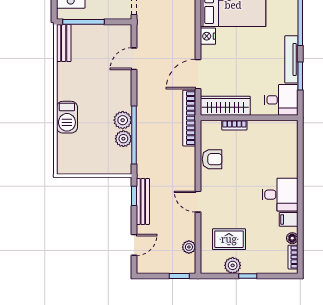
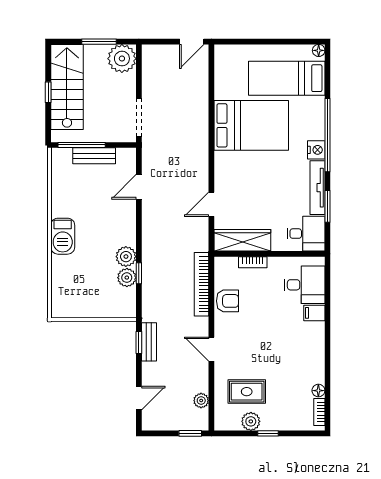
nightstand: (208, 36) -> (316, 150), moved, turned 180
bench: (64, 43) -> (94, 156), moved, turned 90
door: (198, 74) -> (211, 204), width x0.73
barbecue: (67, 117) -> (63, 236), moved
bookcase: (189, 118) -> (201, 284), moved
window: (134, 135) -> (139, 273), width x0.32
desk: (280, 195) -> (305, 285), moved
bench: (143, 201) -> (149, 342), width x0.73
filing cabinet: (289, 219) -> (314, 313), moved

